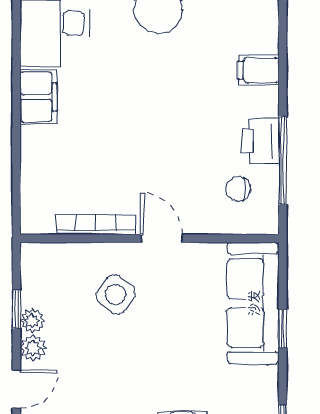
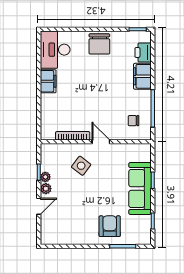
filing cabinet: (259, 70) -> (142, 76), width x2.00
printer: (260, 141) -> (143, 52), moved
sofa: (253, 303) -> (140, 188), moved

